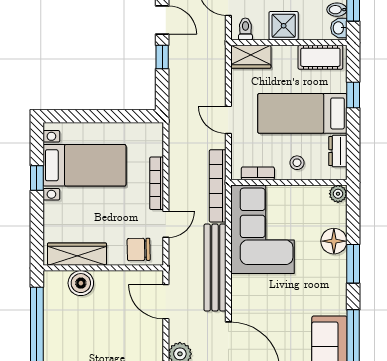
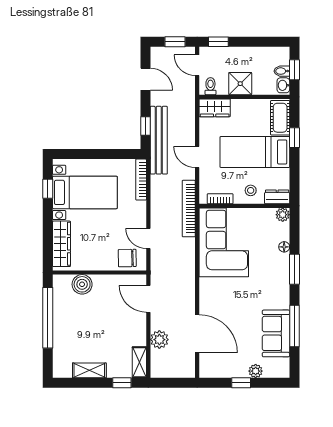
window: (162, 57) -> (145, 126), moved
cot: (320, 57) -> (280, 118), moved, turned 90
dresser: (338, 151) -> (277, 197), moved, turned 90
window: (37, 178) -> (48, 189), moved
bookcase: (157, 183) -> (141, 180), moved
door: (166, 224) -> (148, 238), swing flipped
floor lamp: (334, 241) -> (284, 247), width x0.53, depth x0.53
wardrobe: (77, 254) -> (62, 244), moved, turned 90
bench: (215, 268) -> (159, 140), moved

